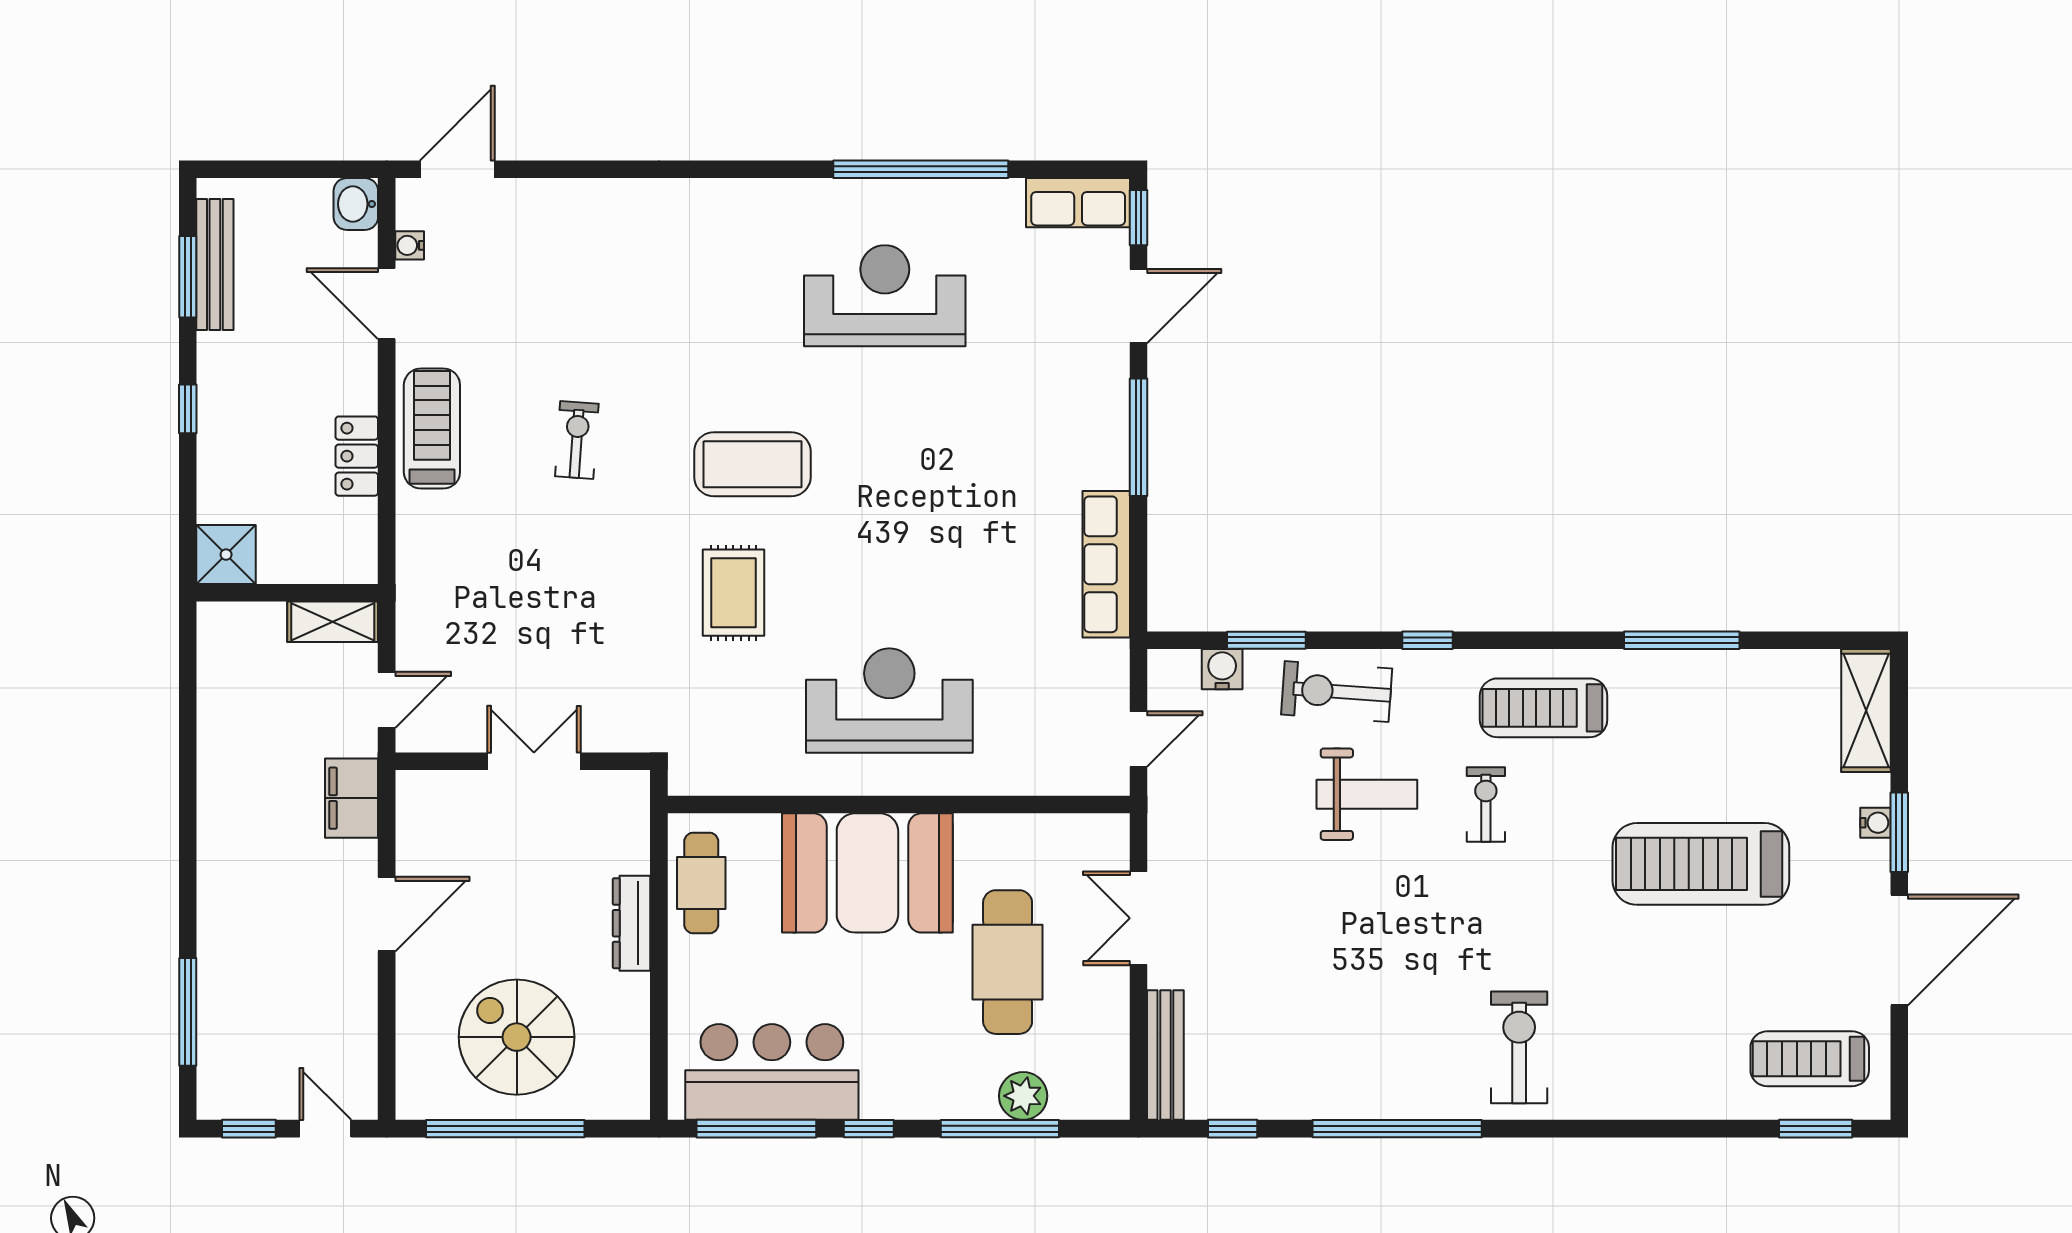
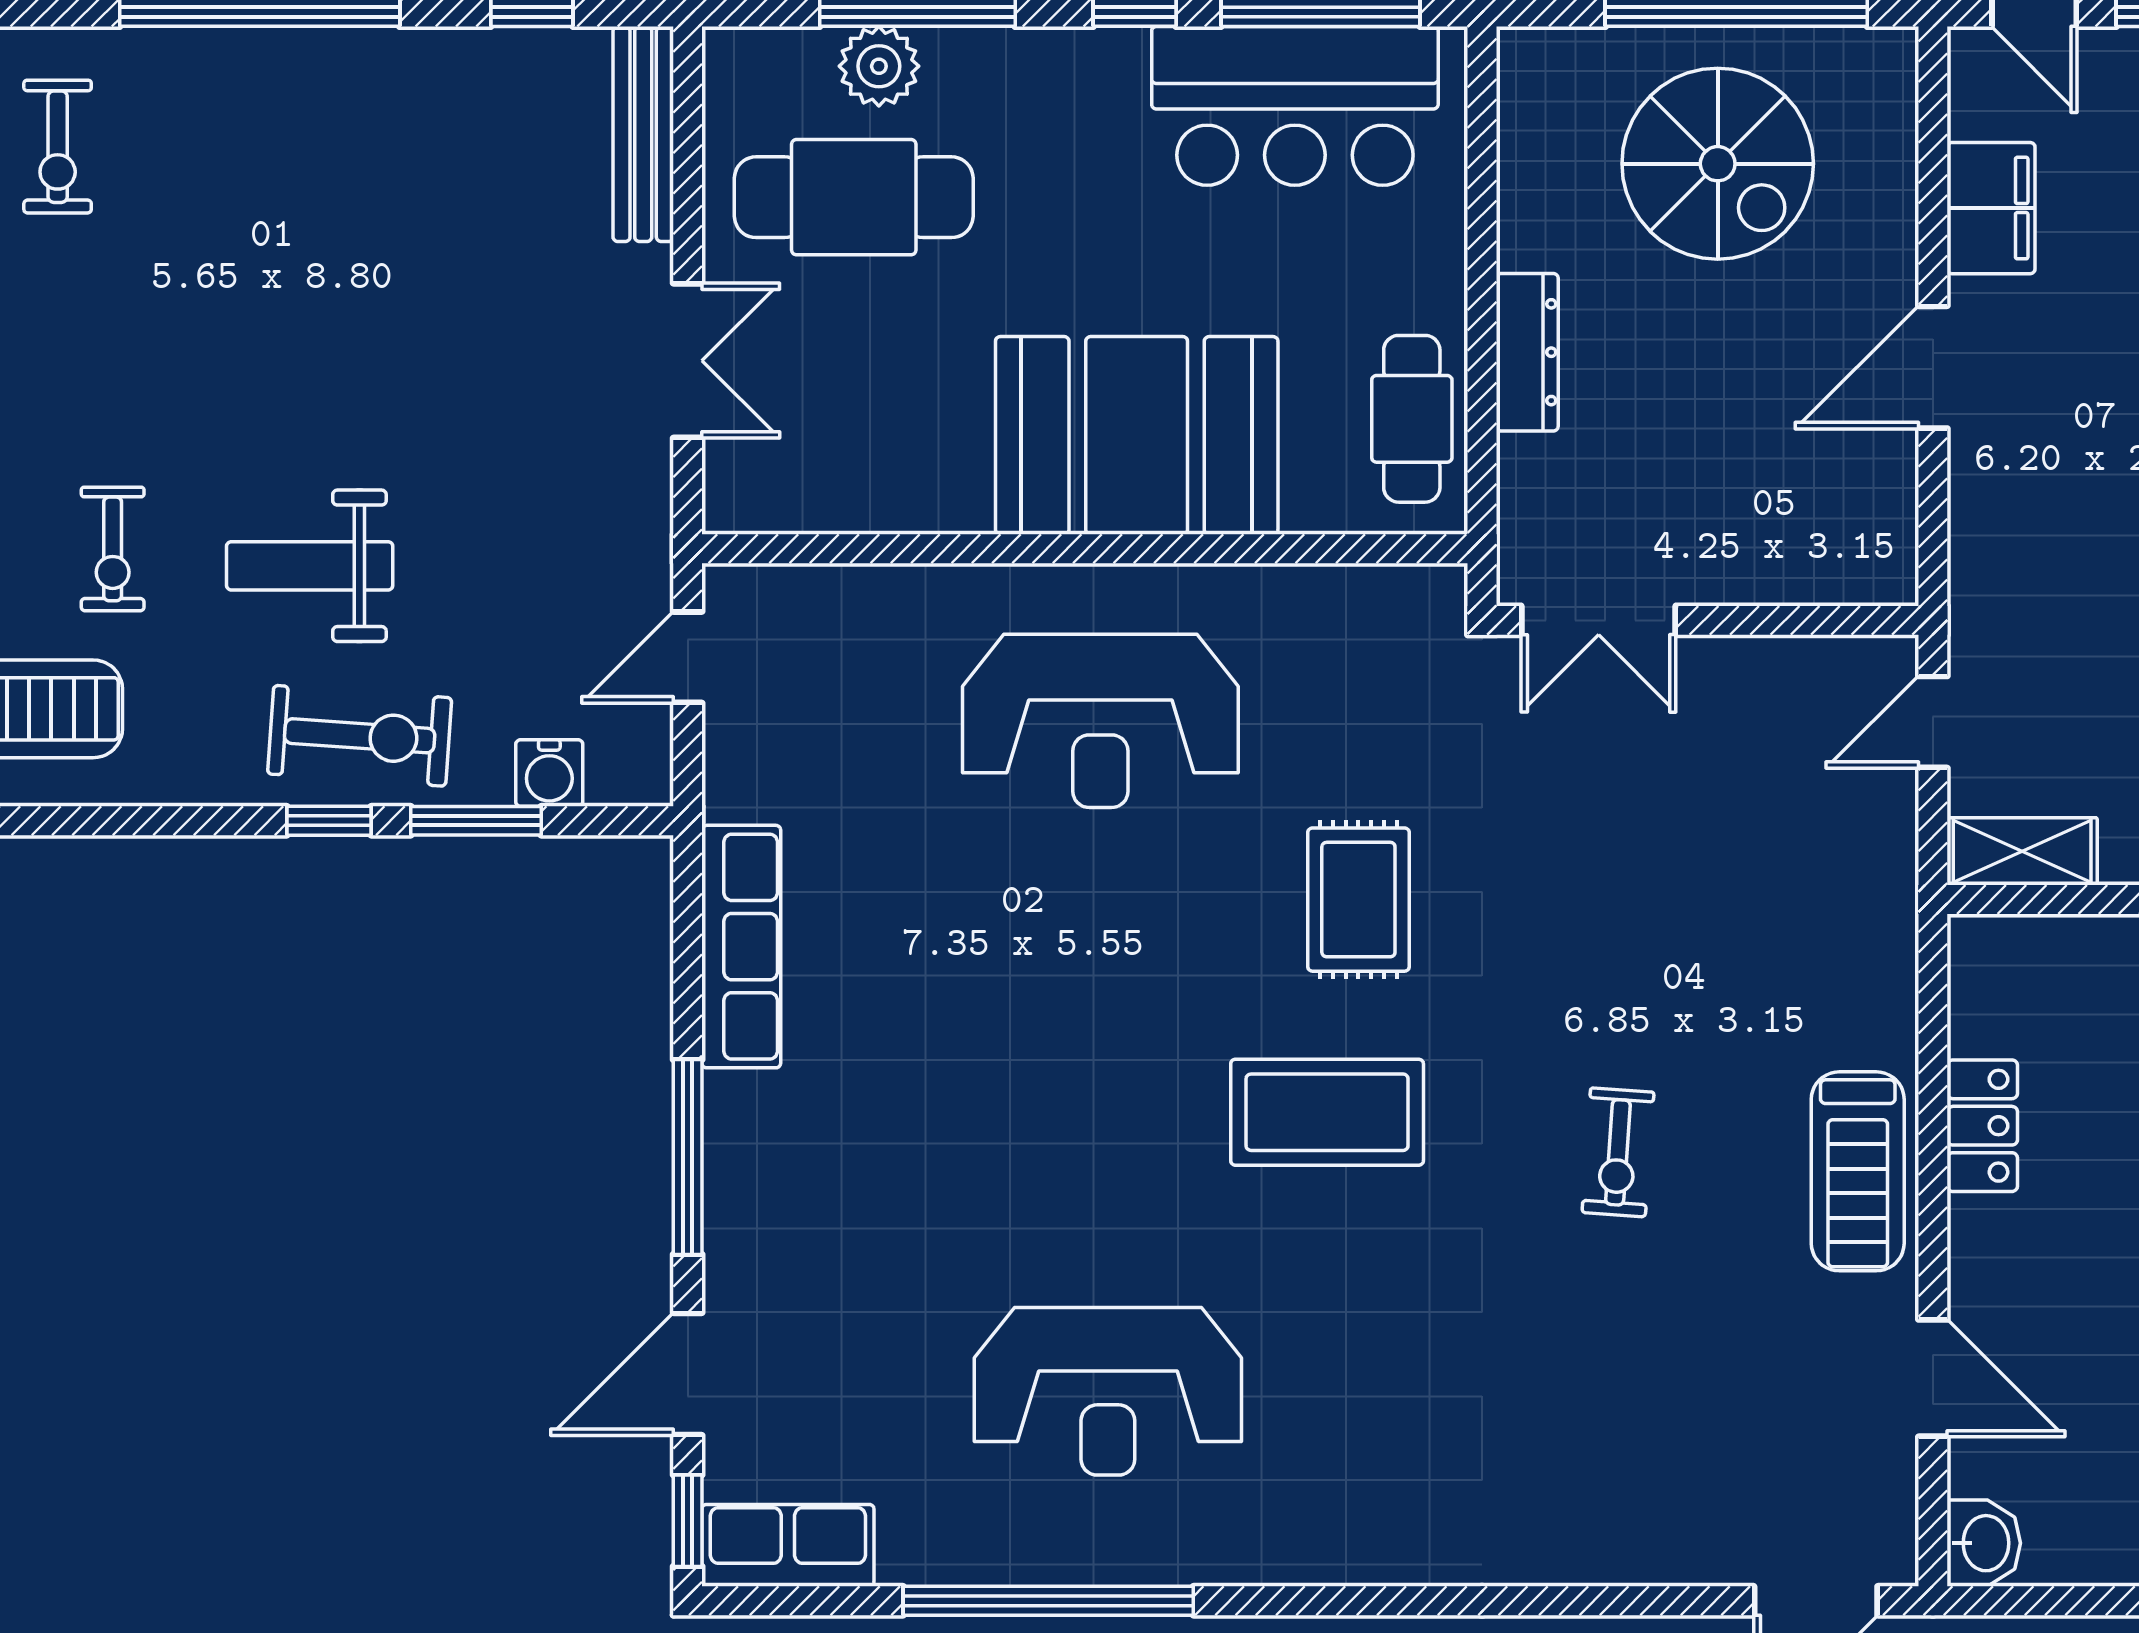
water cooler: (410, 245) -> (1895, 1475), removed
window: (1428, 640) -> (329, 821), moved
double door: (534, 761) -> (1599, 620), moved
filing cabinet: (351, 798) -> (1991, 208), moved
cafe table: (1008, 962) -> (854, 197), moved, turned 90
exercise bike: (1519, 1047) -> (58, 147), width x0.73, depth x0.72

